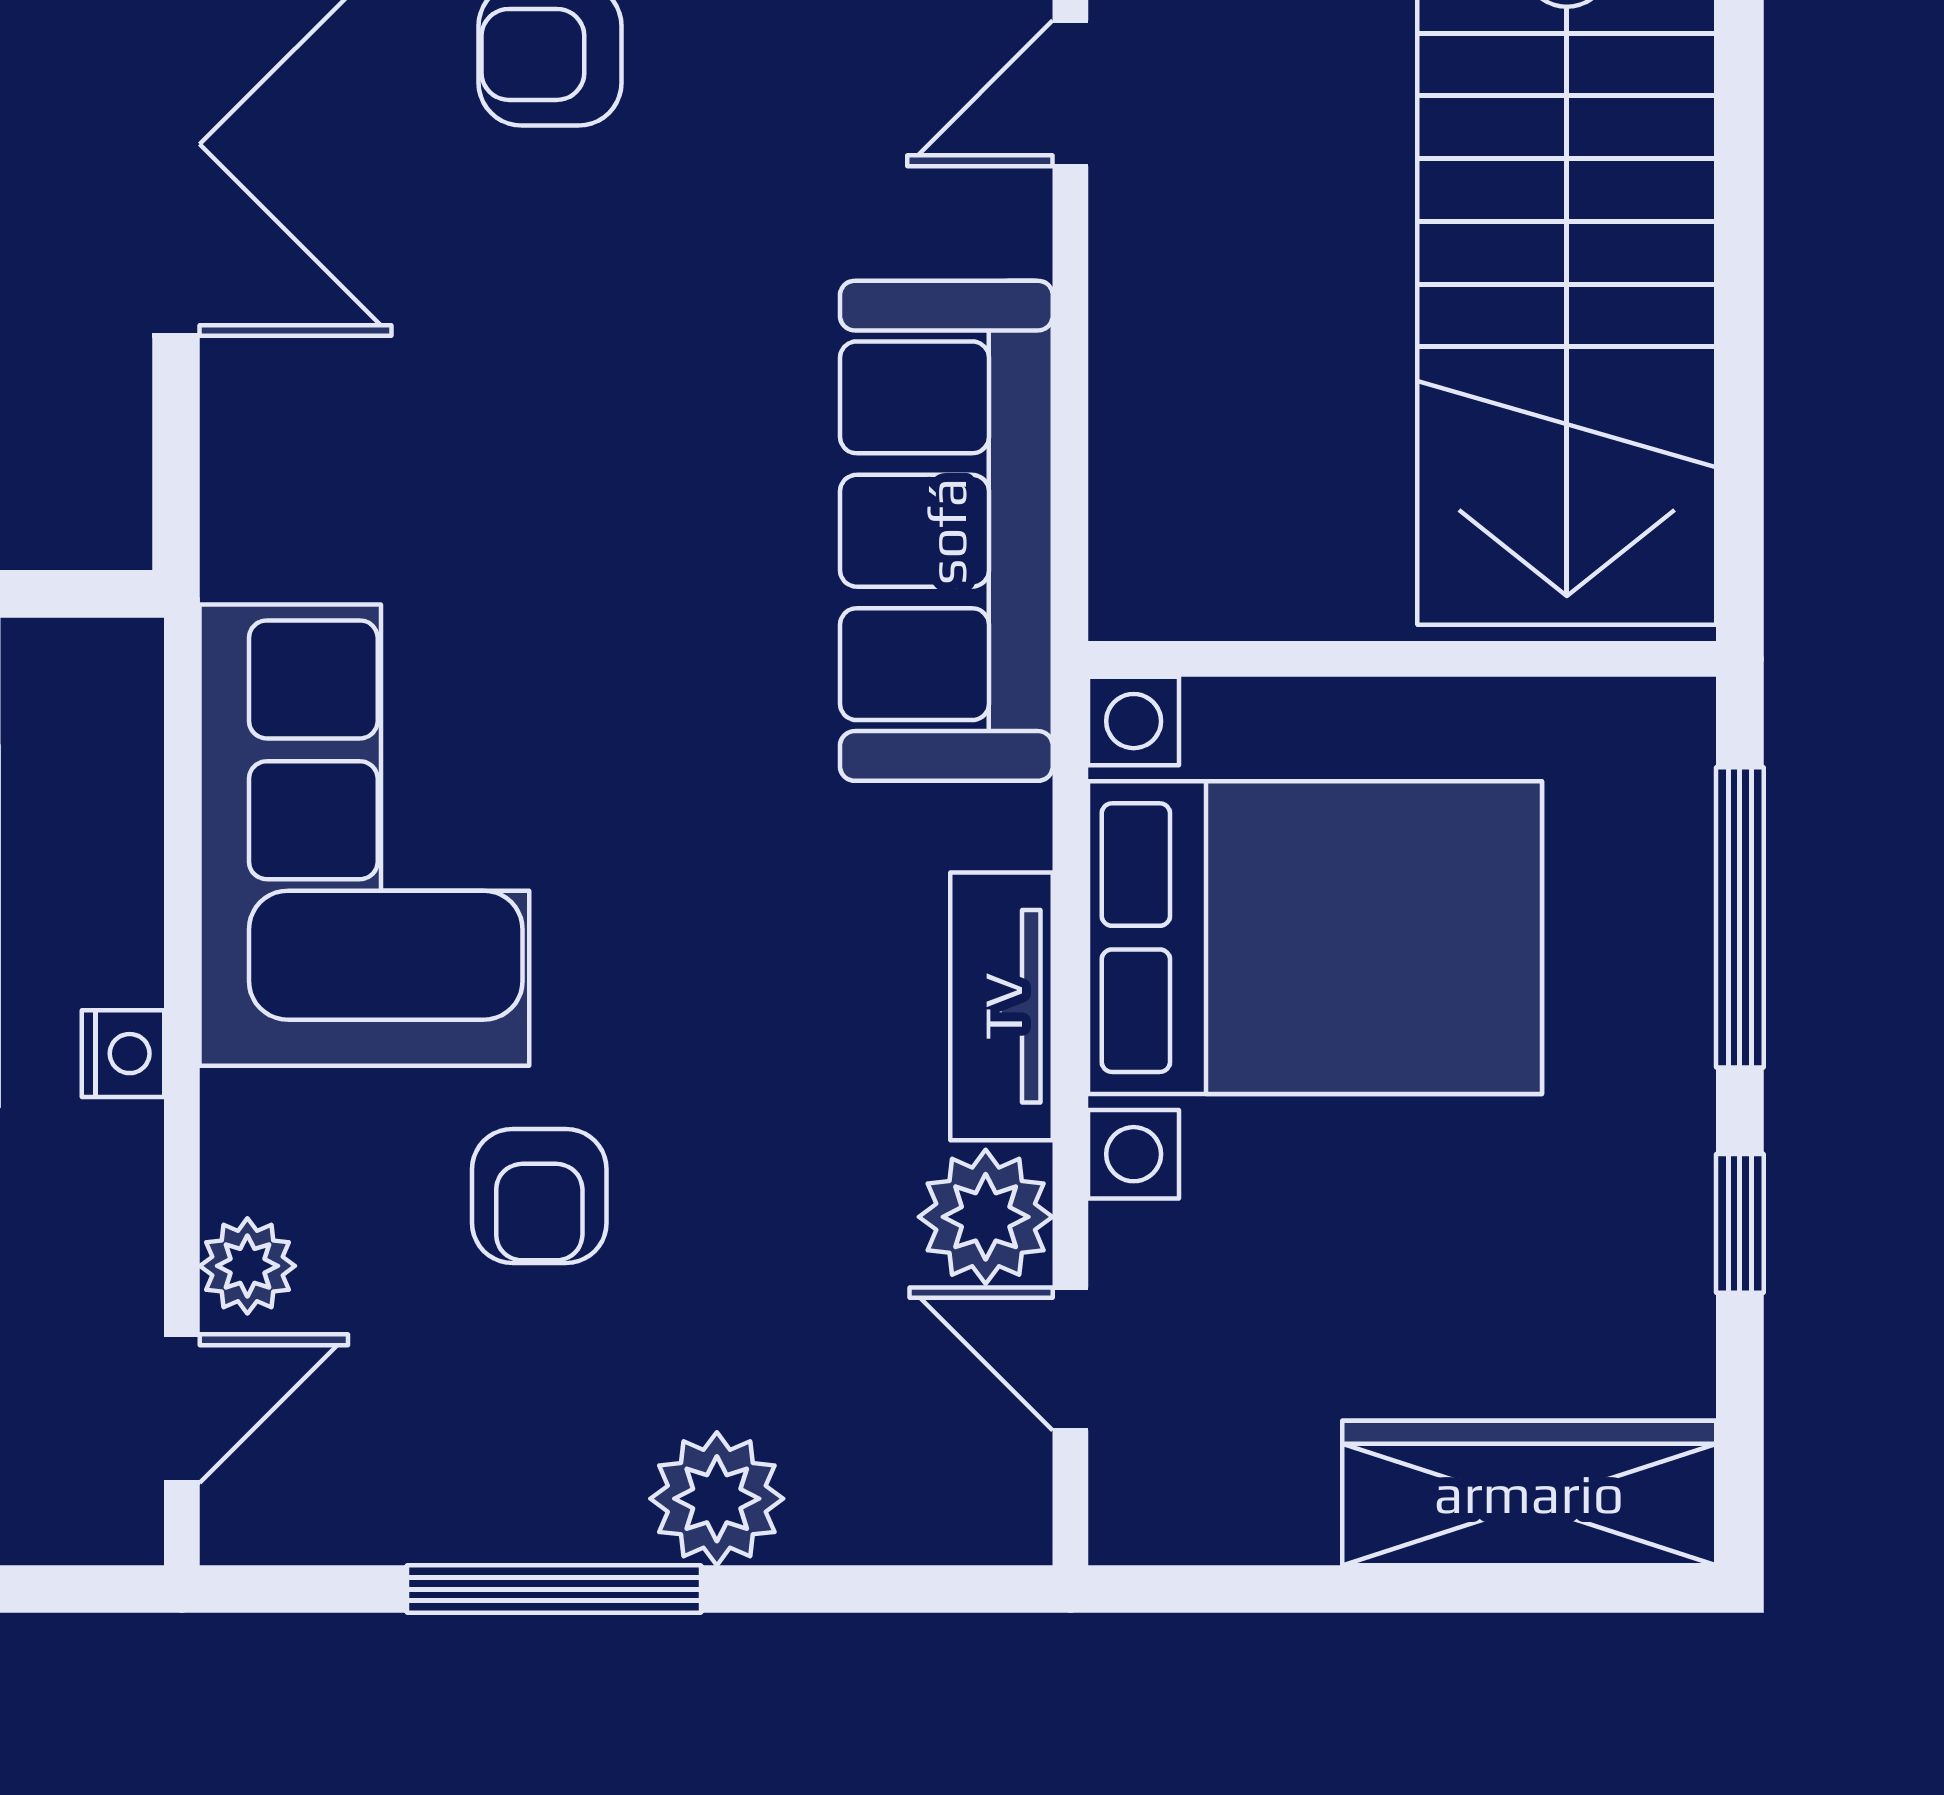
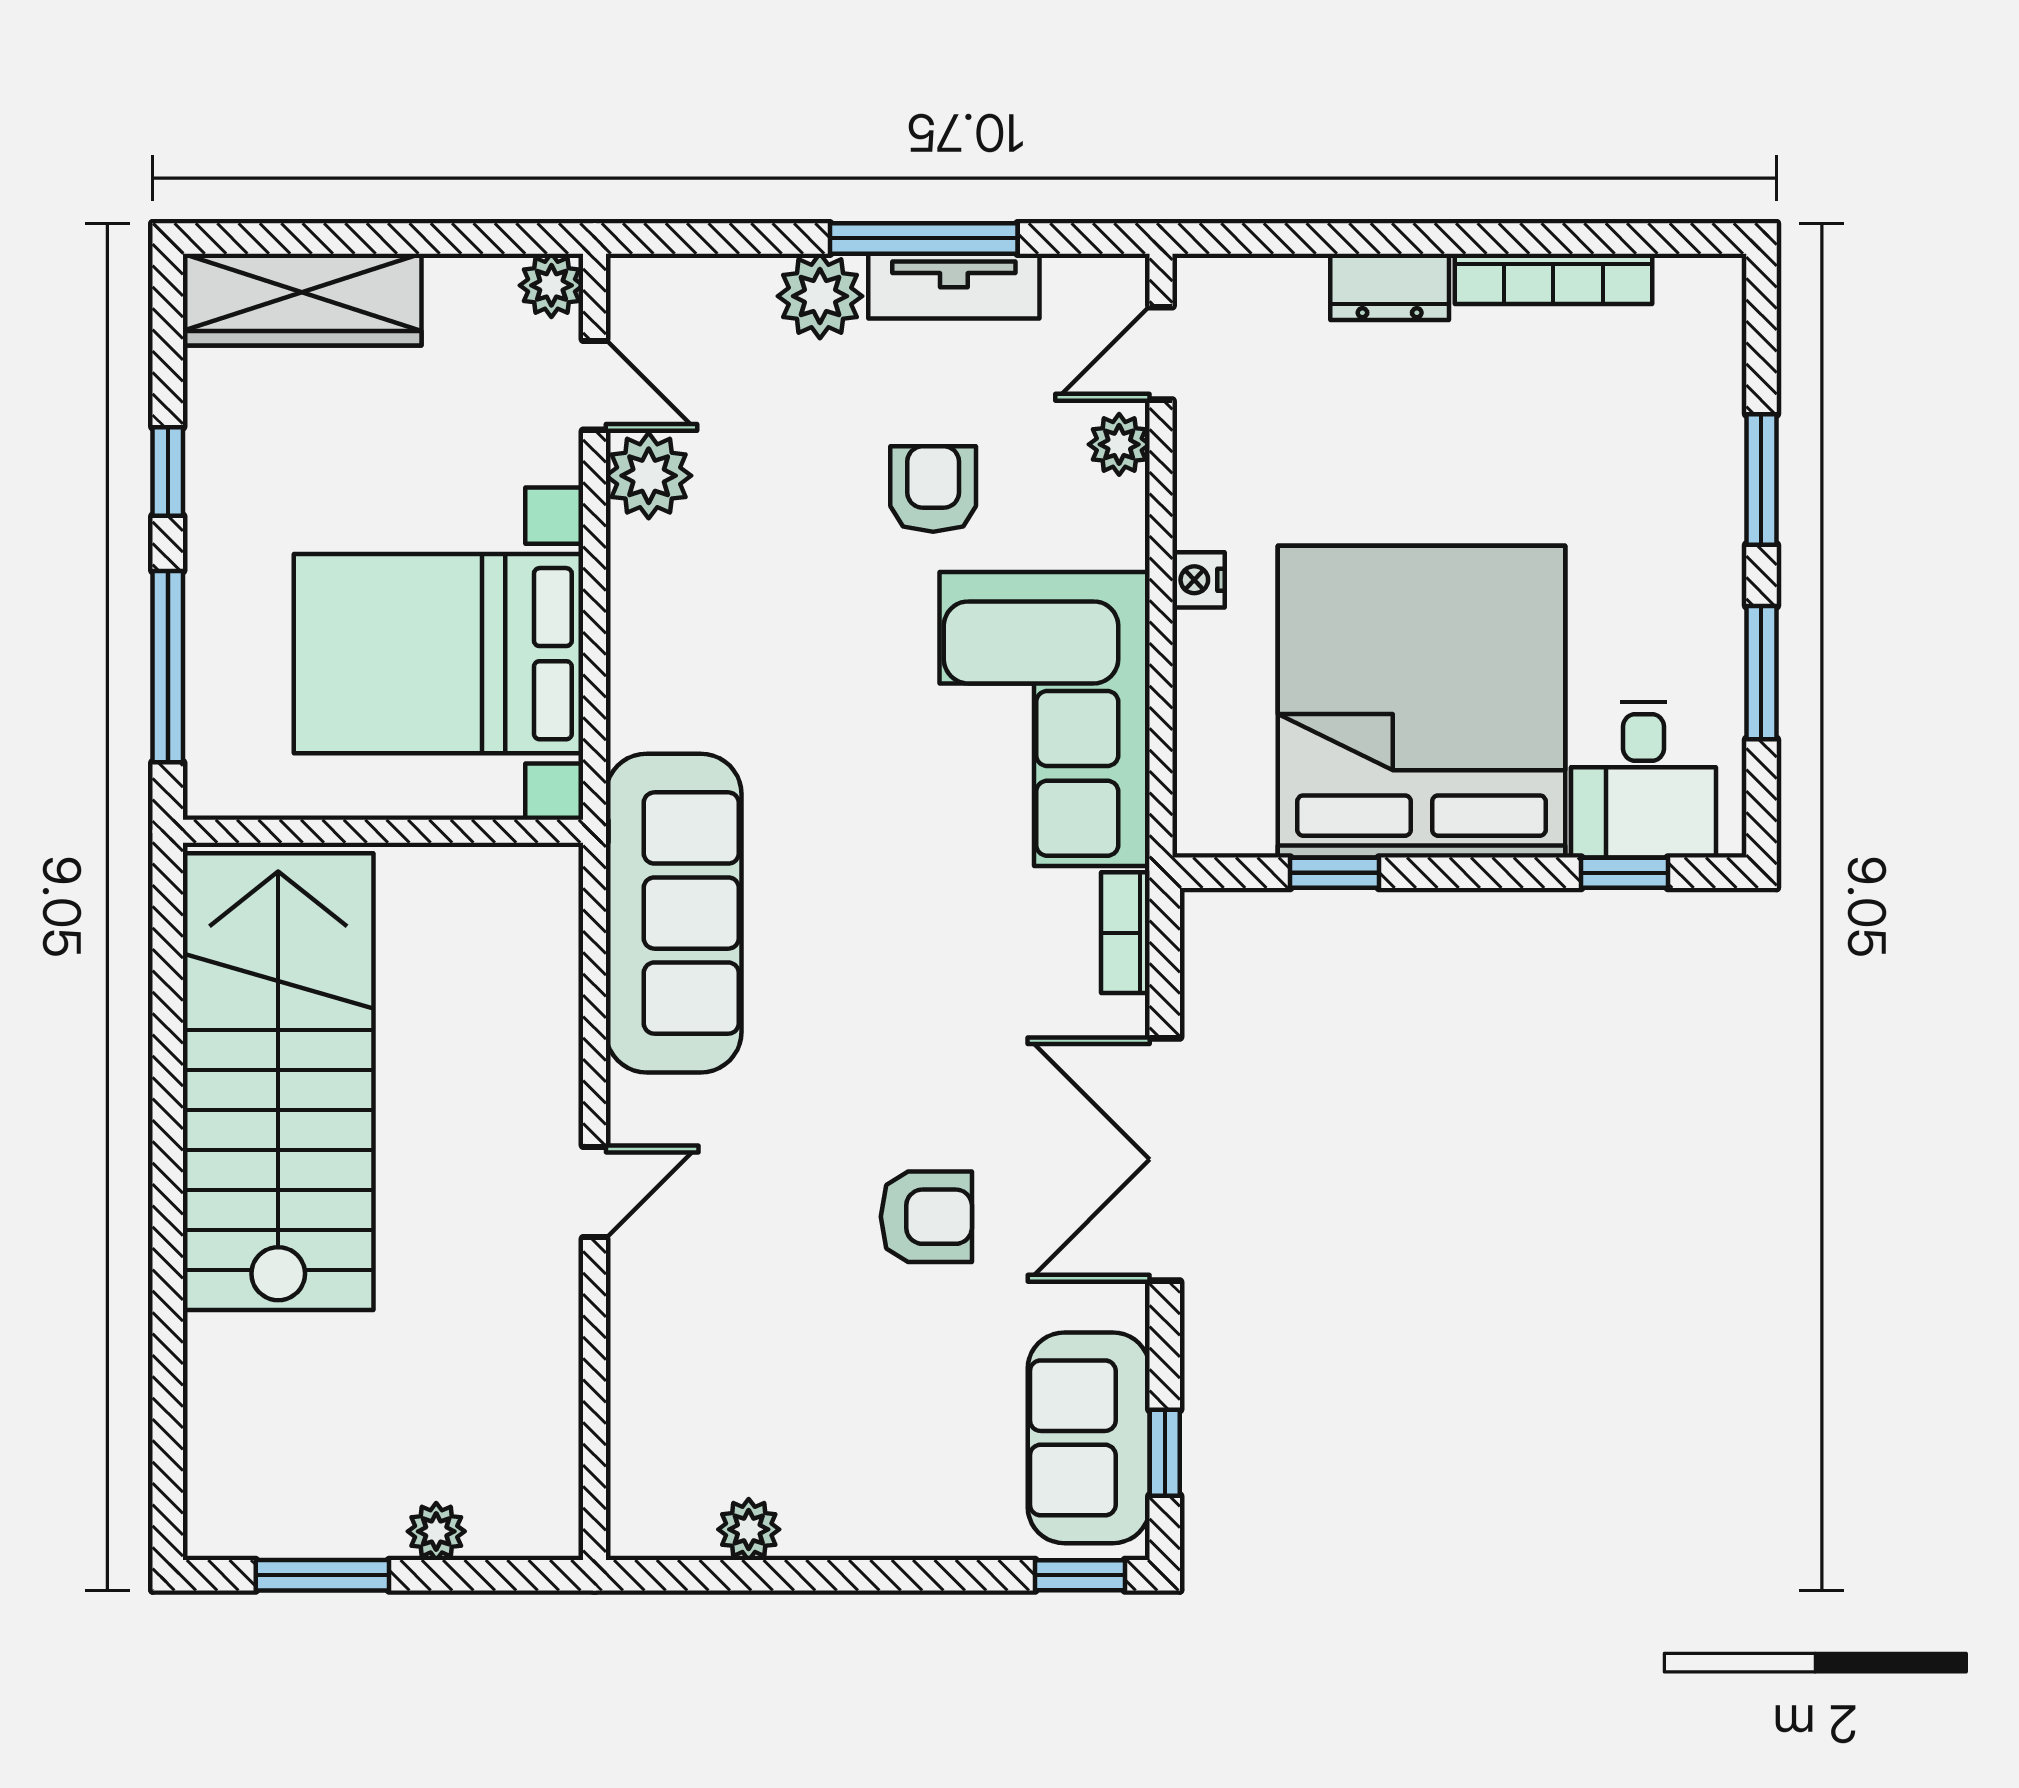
bookcase: (238, 500) -> (1125, 933), added
tv unit: (1002, 1006) -> (954, 286), moved, turned 90
plant: (1138, 1515) -> (551, 285), added

